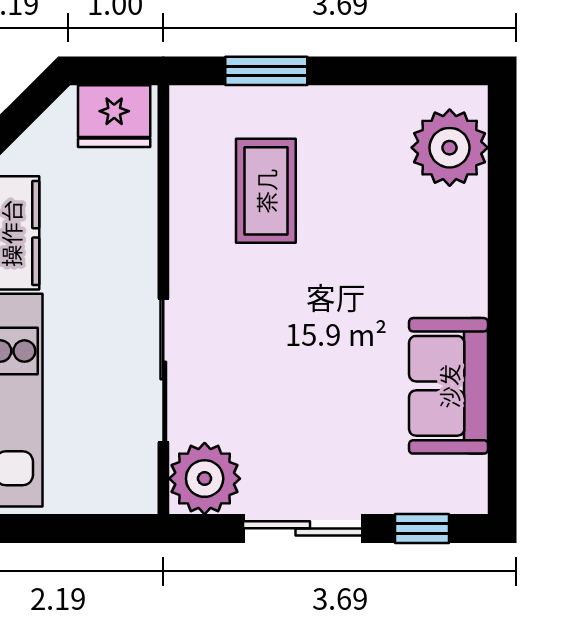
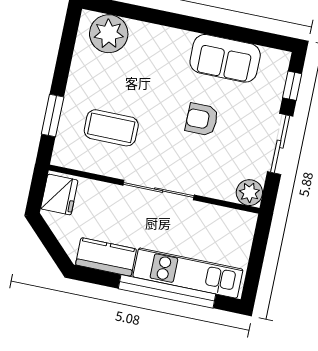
armchair: (319, 365) -> (202, 119), added
sliding door: (163, 371) -> (159, 190), moved
plant: (205, 479) -> (249, 193), width x0.73, depth x0.73

